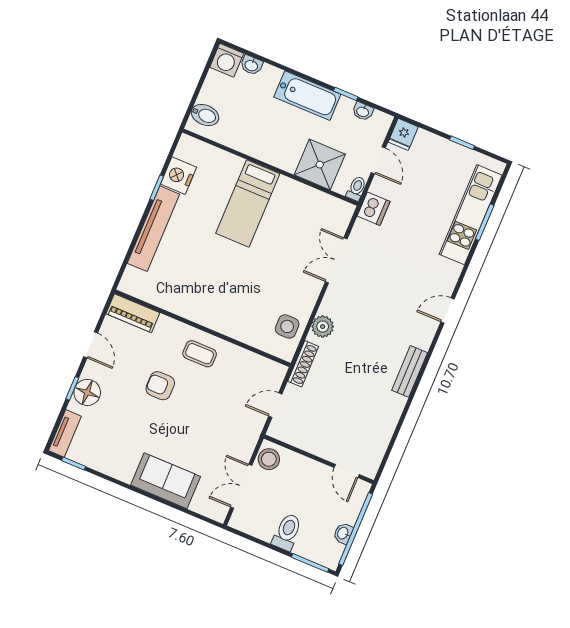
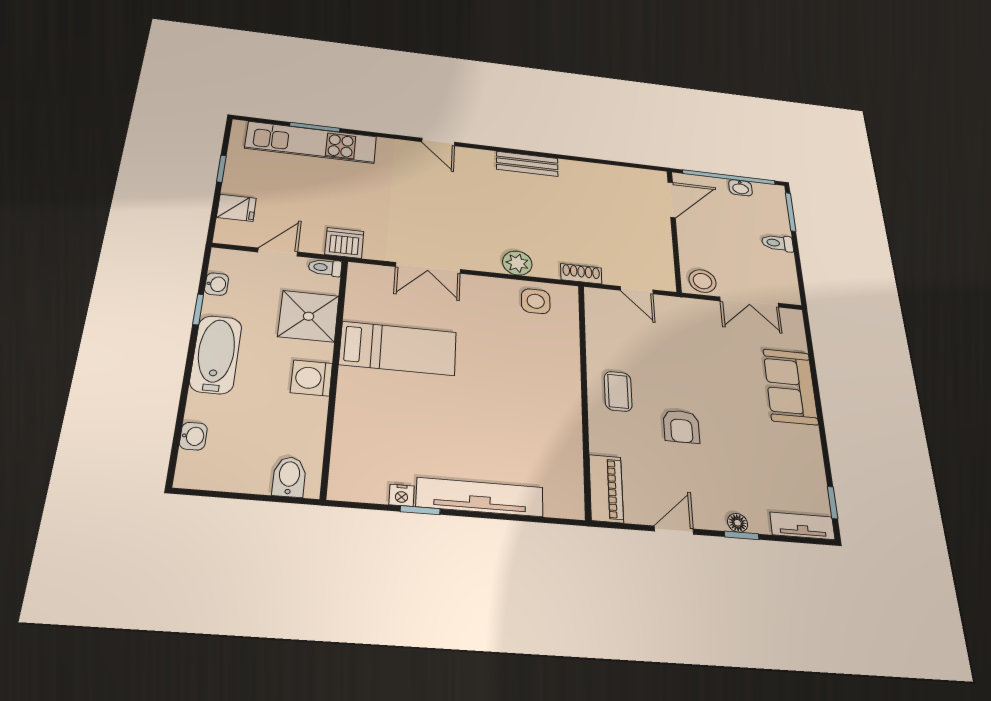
washing machine: (227, 60) -> (312, 378), moved, turned 180
fridge: (403, 134) -> (236, 208), moved
nightstand: (179, 176) -> (402, 495), width x0.53, depth x0.56
bed: (248, 204) -> (398, 348), moved
shoe rack: (303, 364) -> (581, 274), width x0.70
floor lamp: (87, 392) -> (738, 523), width x0.53, depth x0.53
door: (347, 471) -> (672, 200), width x1.38
toilet: (287, 532) -> (778, 243), width x0.73, depth x0.72

